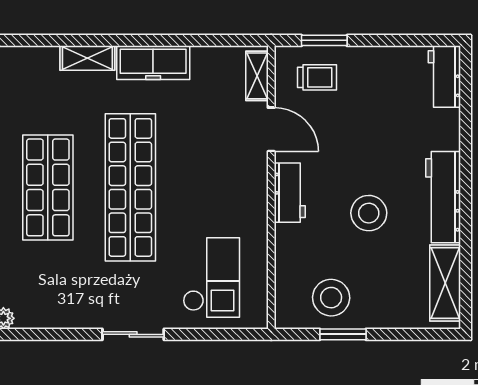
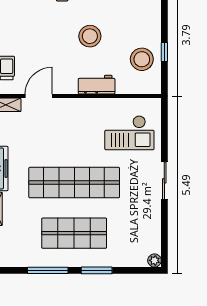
workbench: (290, 193) -> (97, 85), moved
checkout: (211, 277) -> (129, 133), turned 180
window: (343, 334) -> (164, 52), width x0.67

